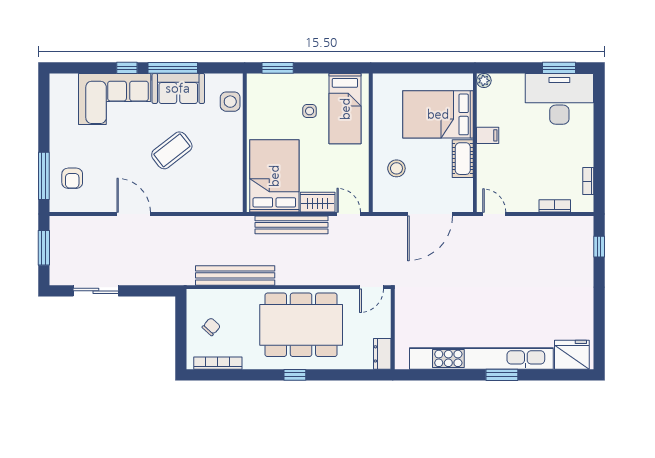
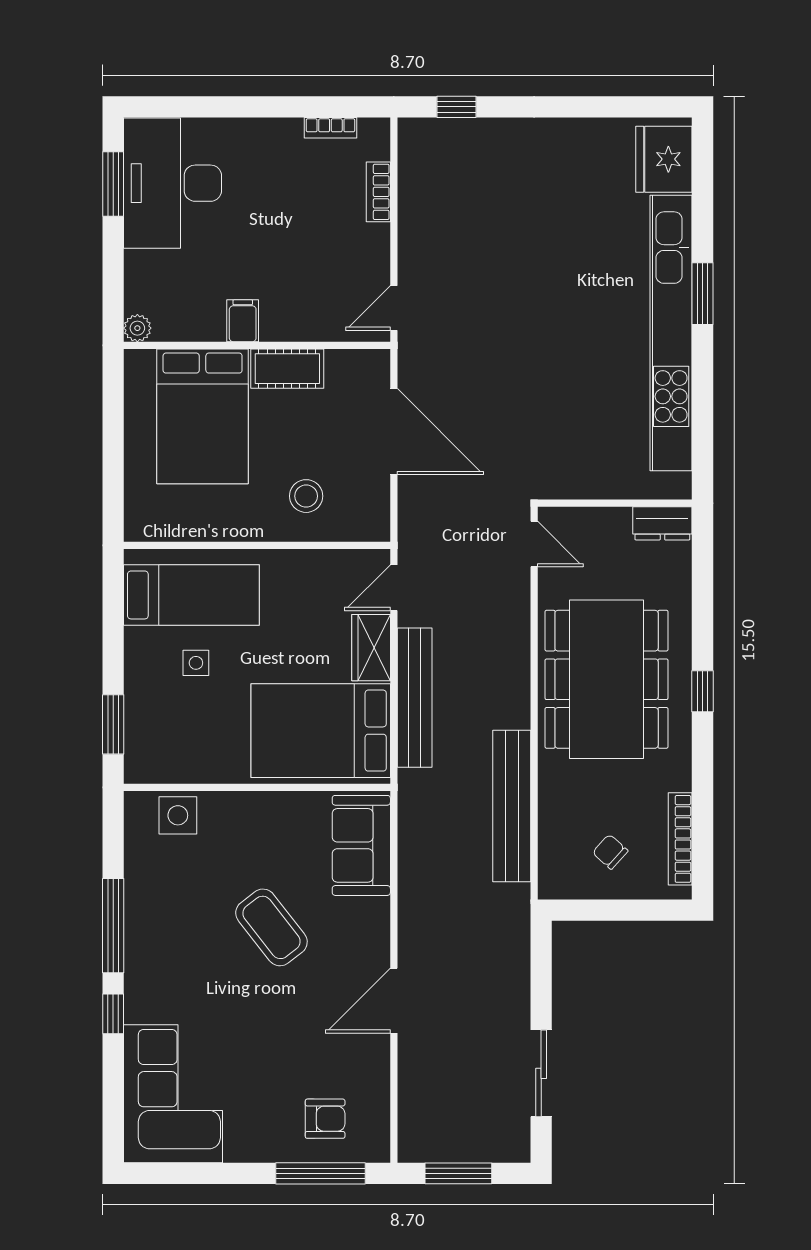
sofa: (178, 88) -> (361, 845), moved, turned 180
corner sofa: (115, 99) -> (173, 1094), moved

